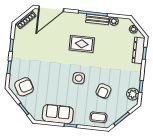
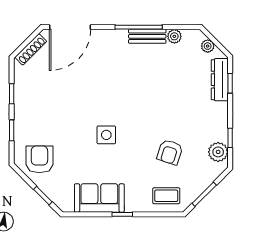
rug: (82, 44) -> (126, 79), removed
side table: (79, 78) -> (106, 135), moved
armchair: (24, 87) -> (39, 159), turned -61

